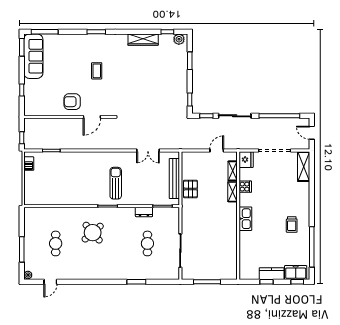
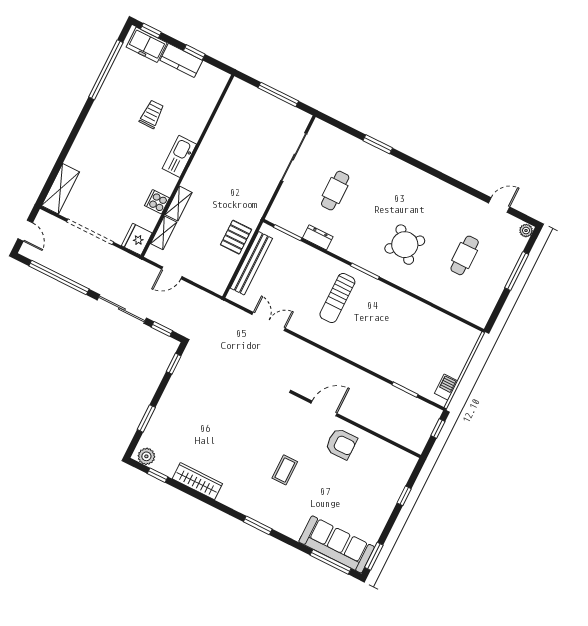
sofa: (33, 56) -> (337, 544), moved, turned 90
trolley: (292, 225) -> (152, 114), moved

